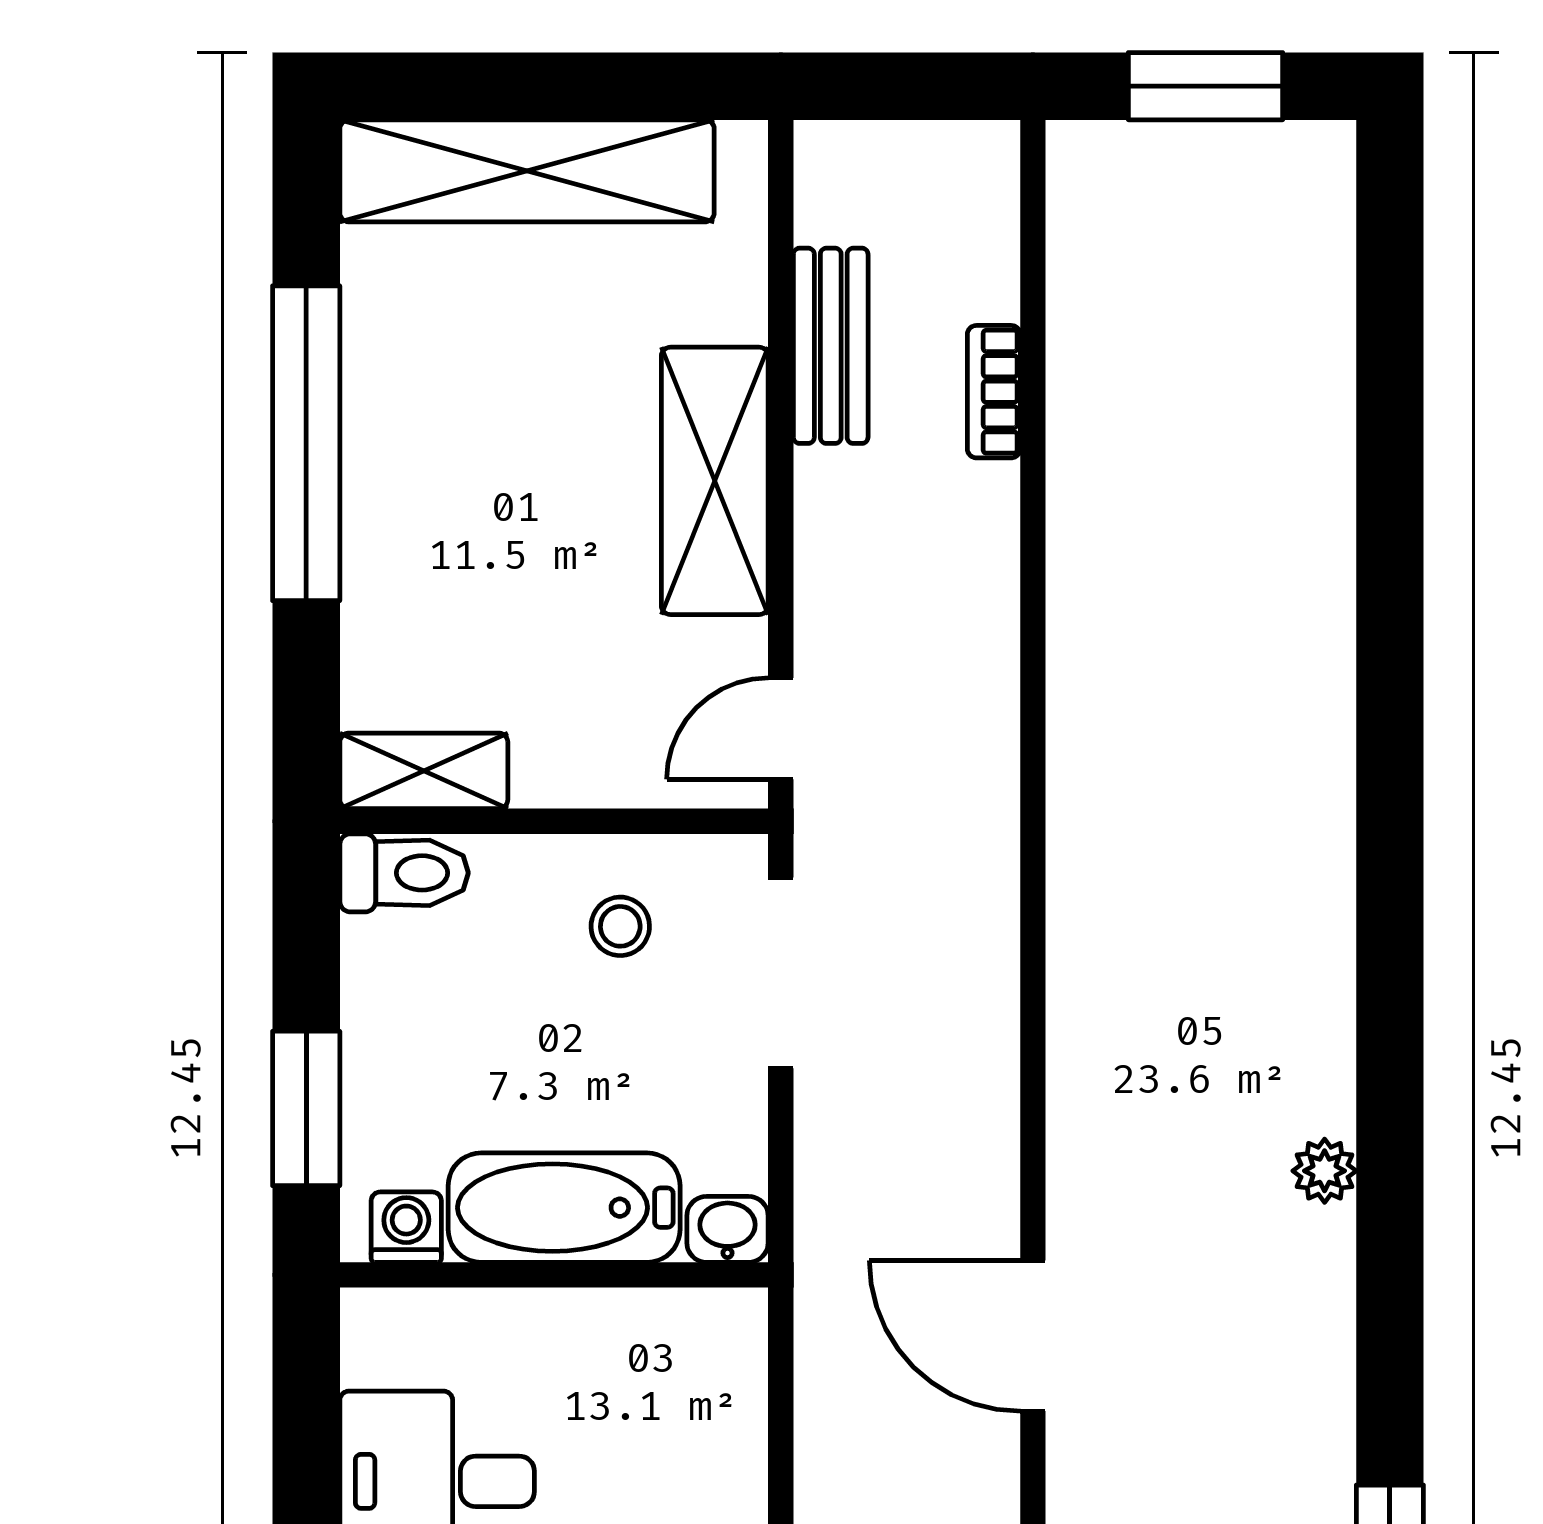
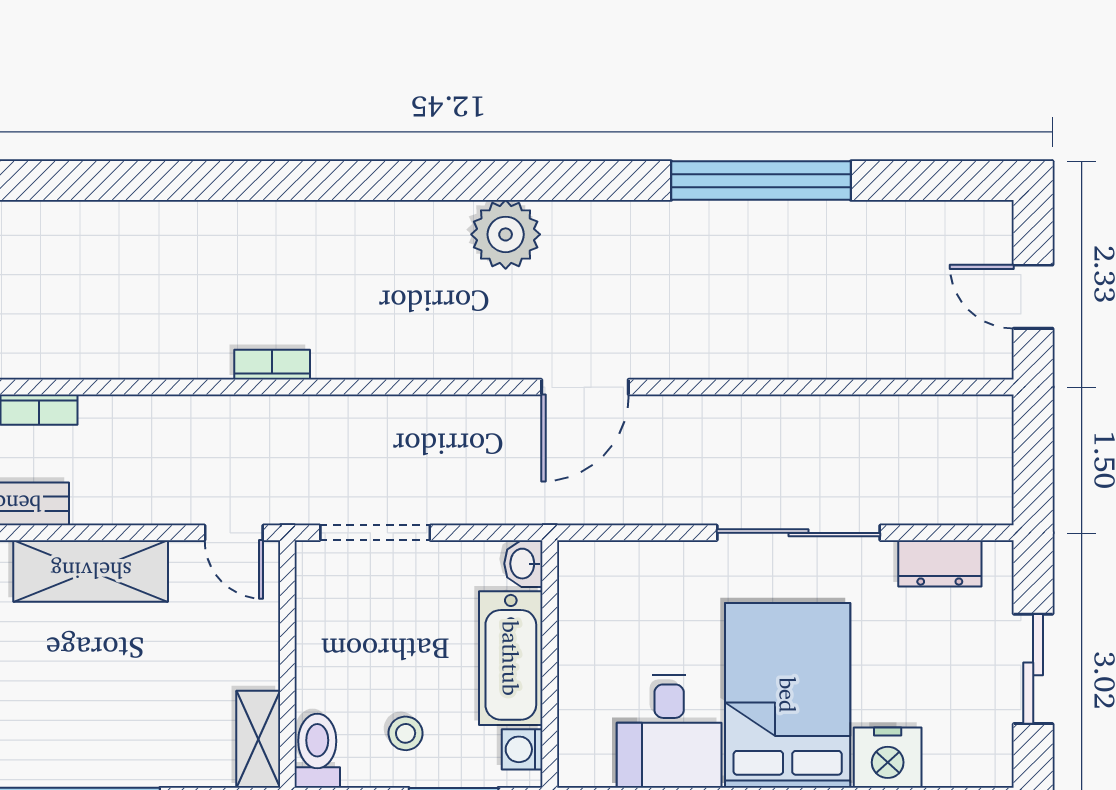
bookcase: (1072, 795) -> (272, 365), added
stool: (620, 926) -> (406, 733), moved
plant: (1325, 1171) -> (506, 234), width x1.88, depth x1.88

